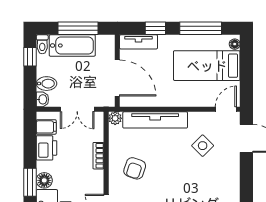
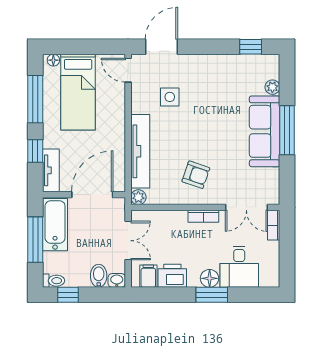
bathtub: (72, 45) -> (55, 225), moved
side table: (203, 146) -> (170, 97), turned 45
bookcase: (98, 156) -> (203, 216), moved

